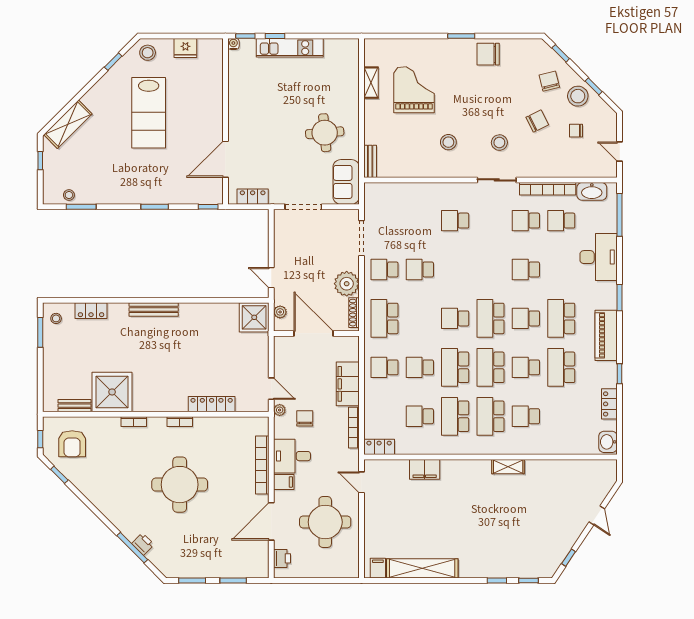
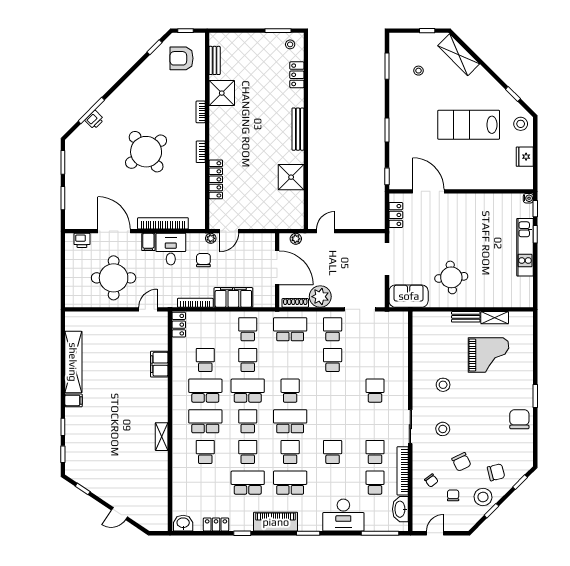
chair: (559, 156) -> (431, 480), added
bench: (370, 161) -> (466, 317), moved
stool: (69, 195) -> (418, 71), moved
shower: (254, 317) -> (291, 177), moved
door: (313, 333) -> (277, 268), hinge flipped
school desk: (491, 367) -> (248, 421), width x0.54
shower: (112, 392) -> (222, 93), width x0.73, depth x0.73
chair: (305, 418) -> (203, 260), turned -90
round table: (180, 485) -> (146, 152), turned -37
filing cabinet: (378, 568) -> (74, 400), moved

